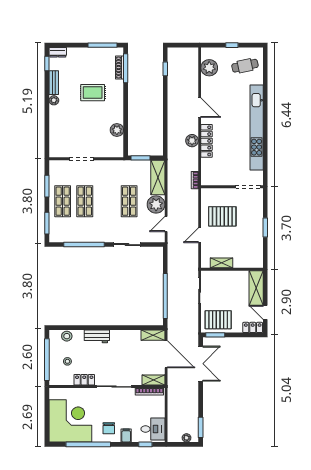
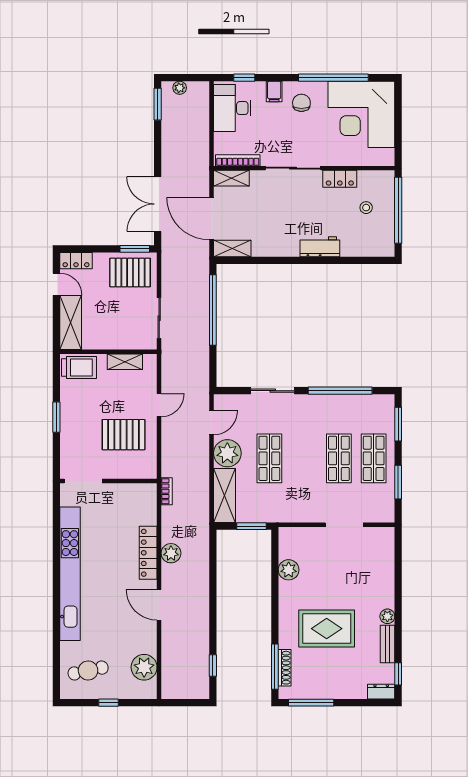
rug: (93, 93) -> (327, 629), width x1.36, depth x1.43
trolley: (251, 259) -> (79, 368), added
stool: (67, 336) -> (367, 247), removed
desk: (153, 429) -> (232, 108), width x1.37

